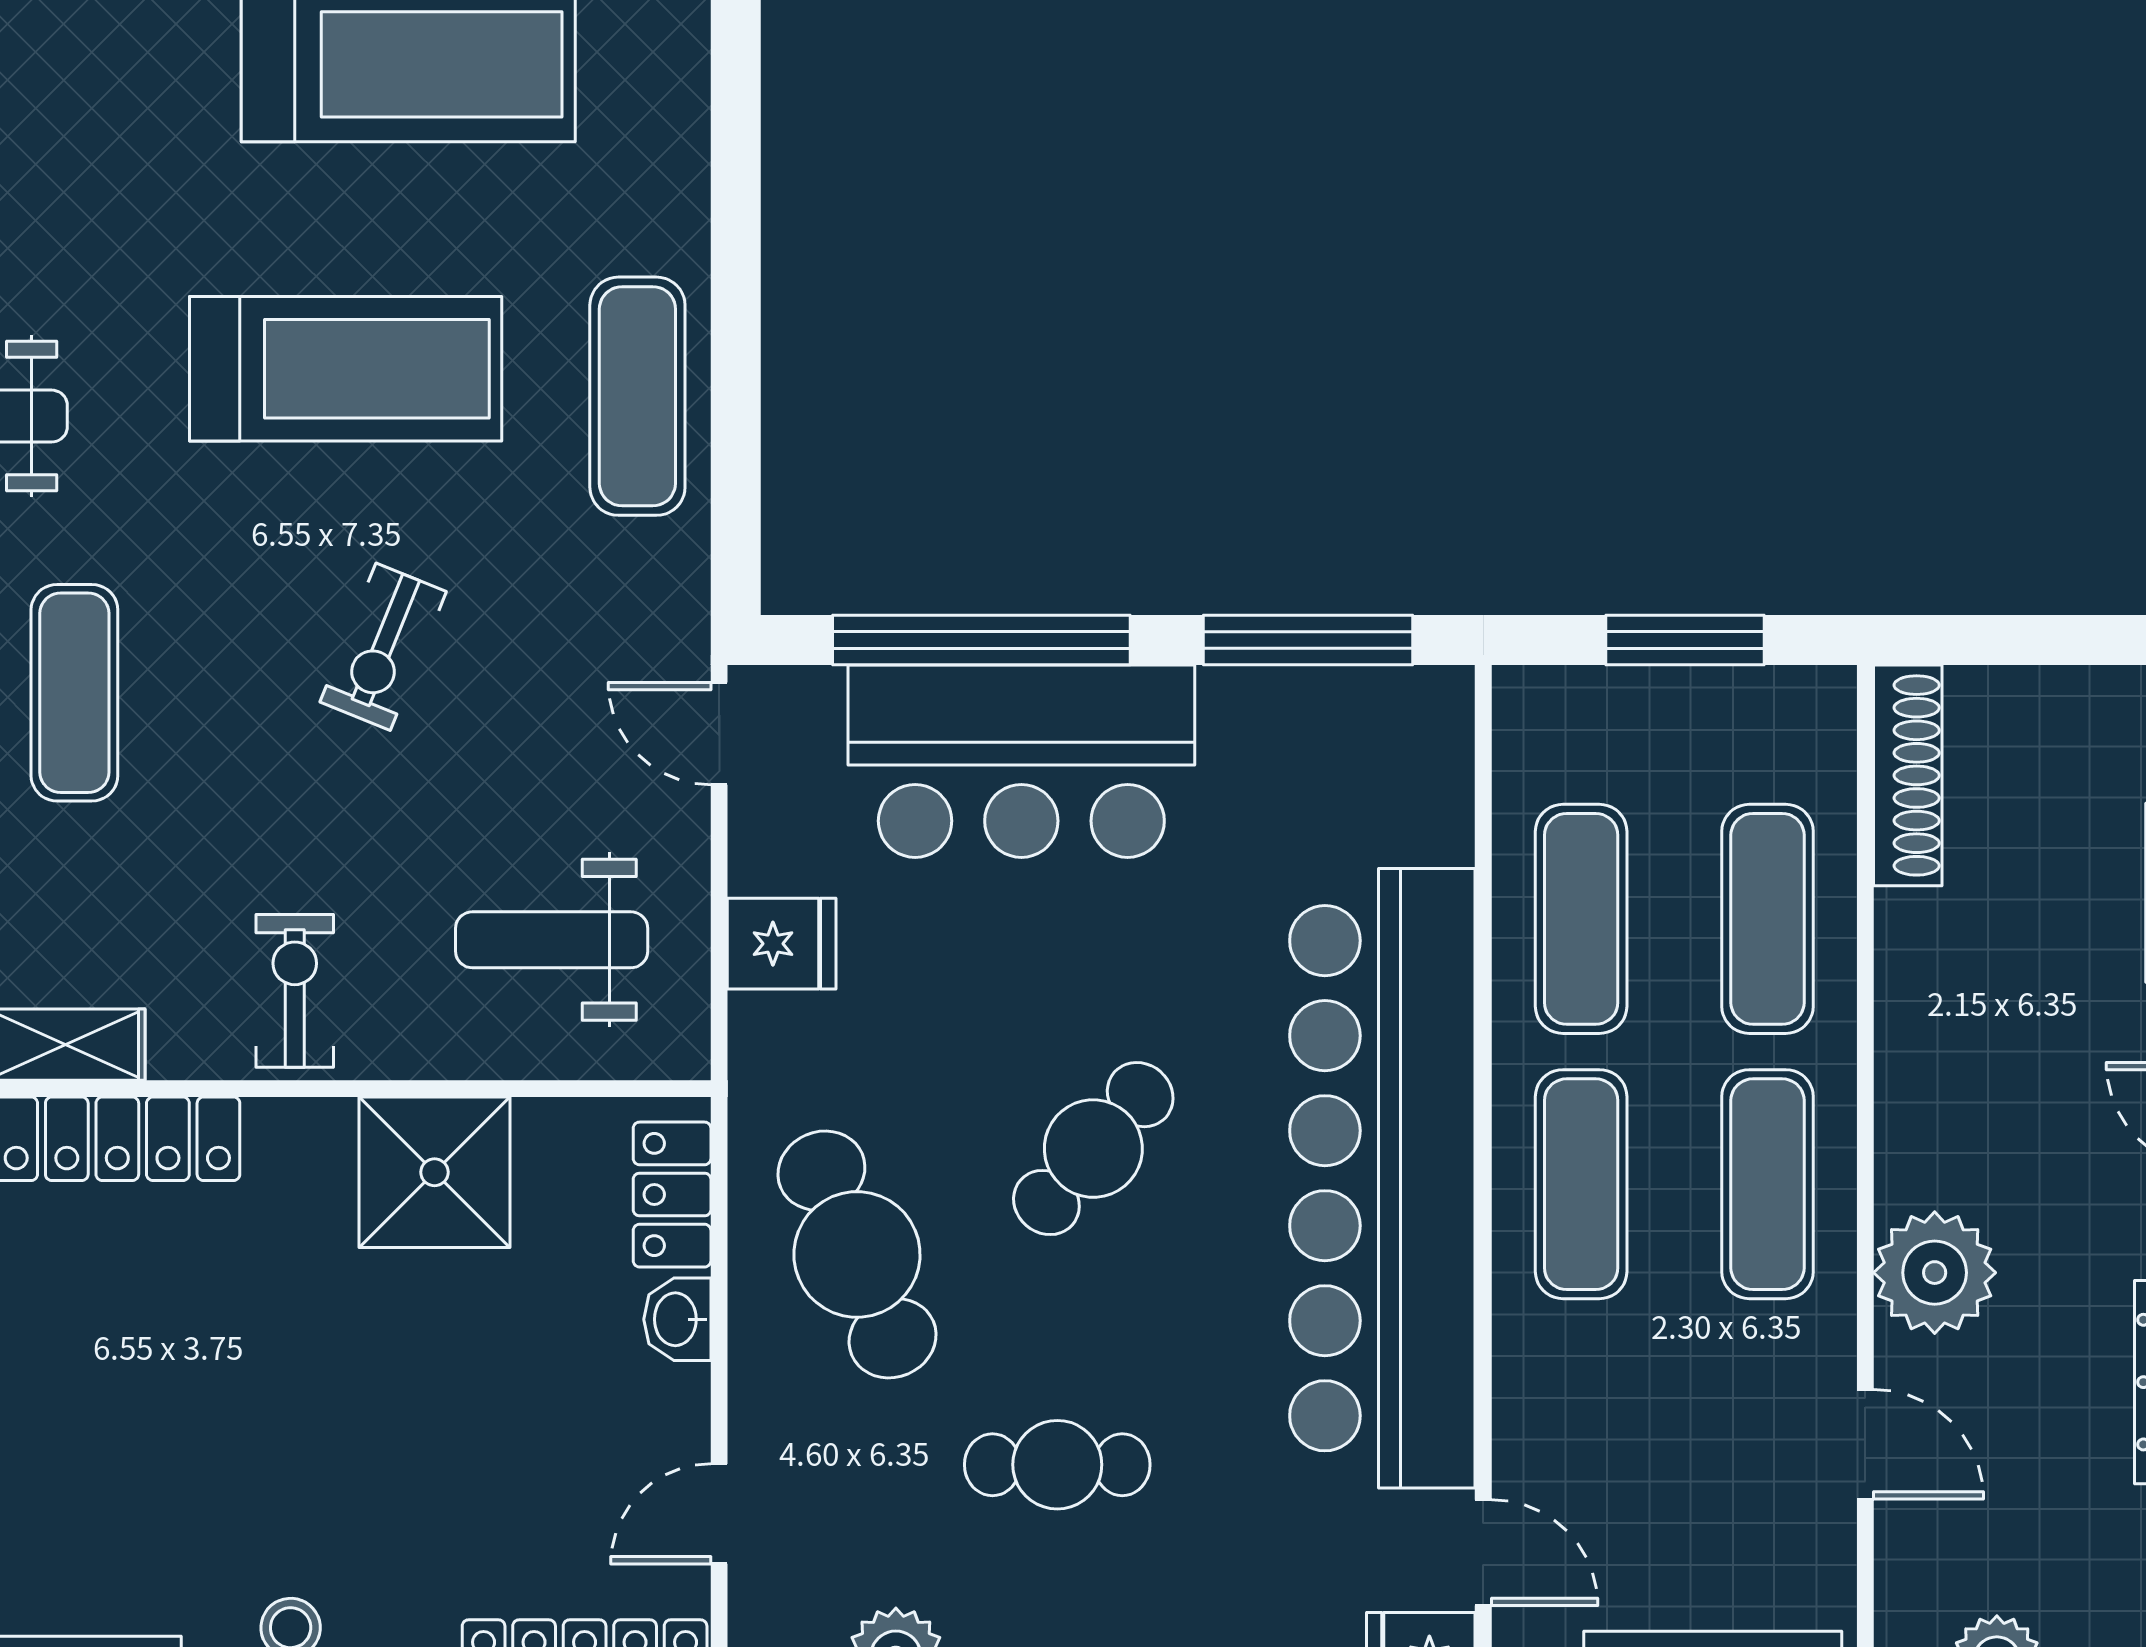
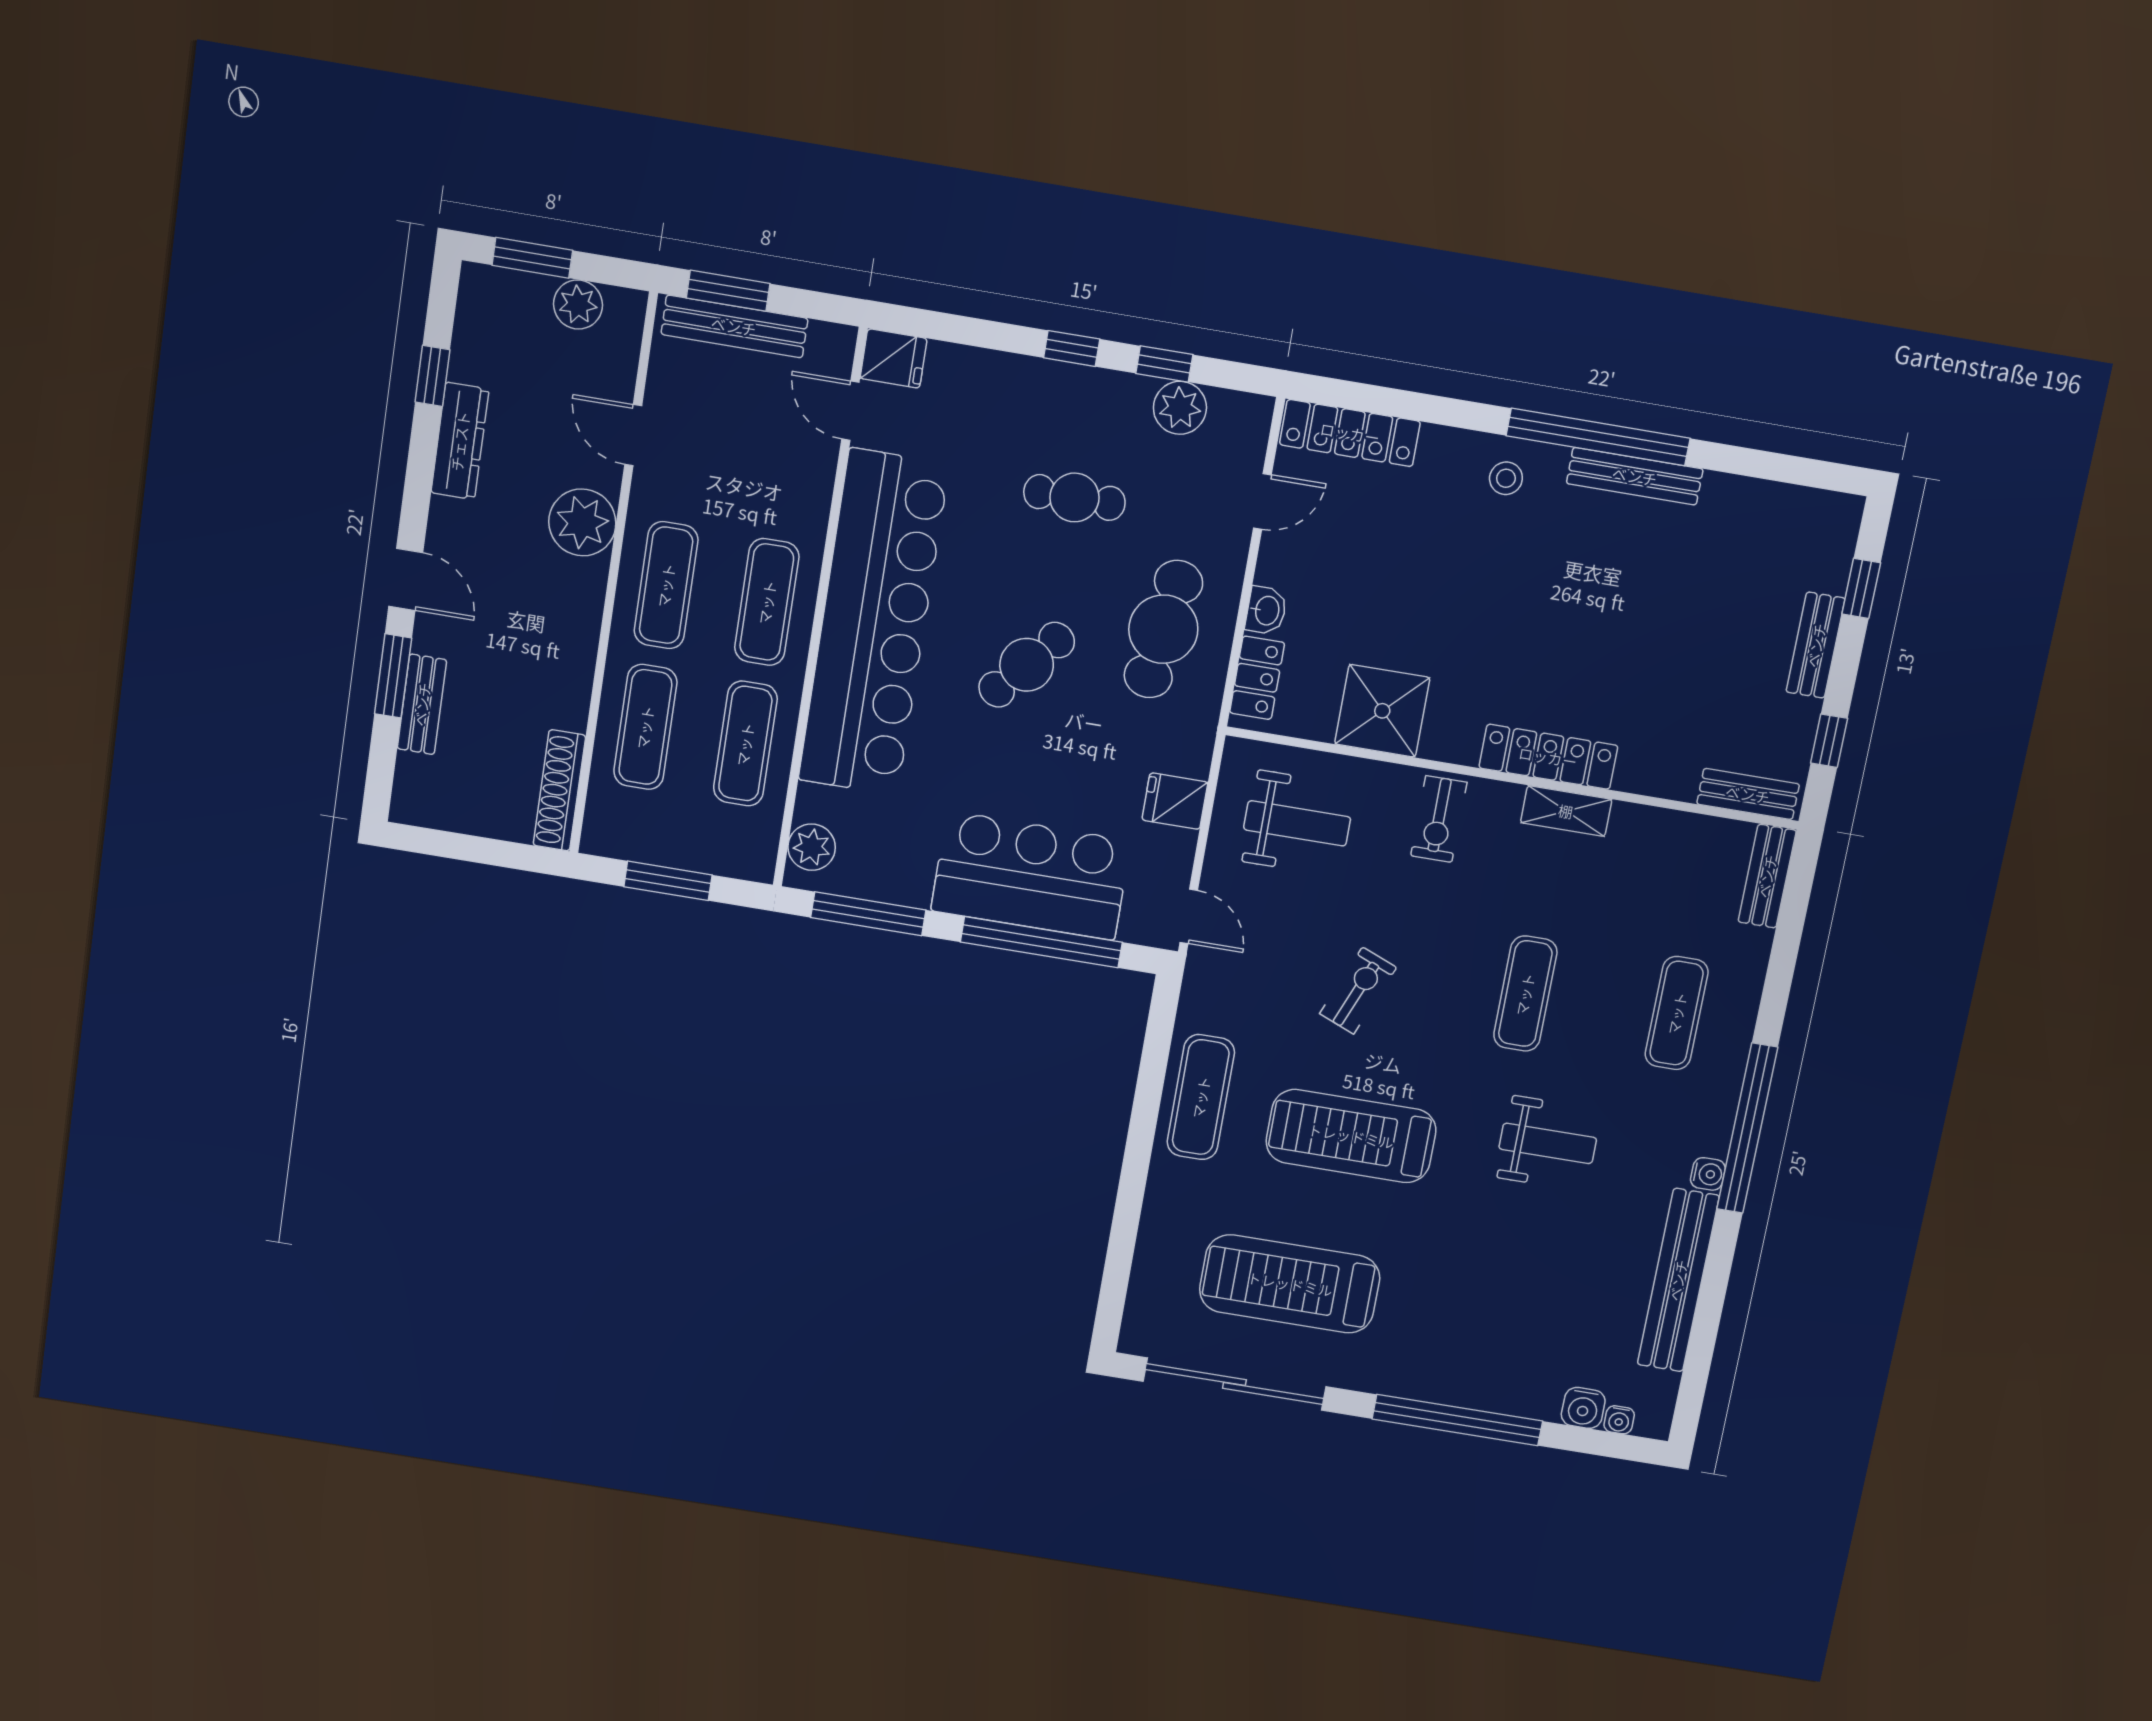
plant: (1431, 747) -> (812, 847), added
cafe table: (857, 1254) -> (1163, 629), turned 31

